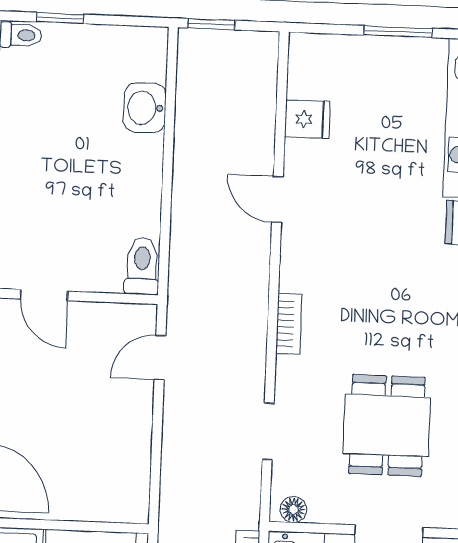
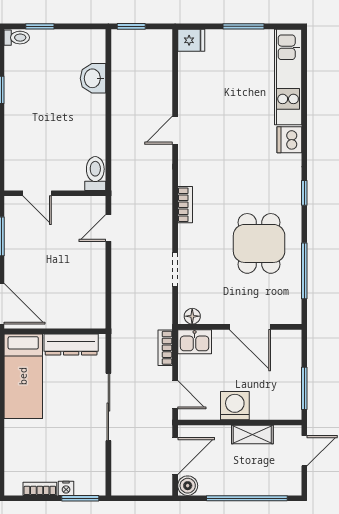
fridge: (307, 119) -> (191, 40), moved
door: (277, 199) -> (175, 130), hinge flipped
dining table: (387, 425) -> (259, 243), moved

